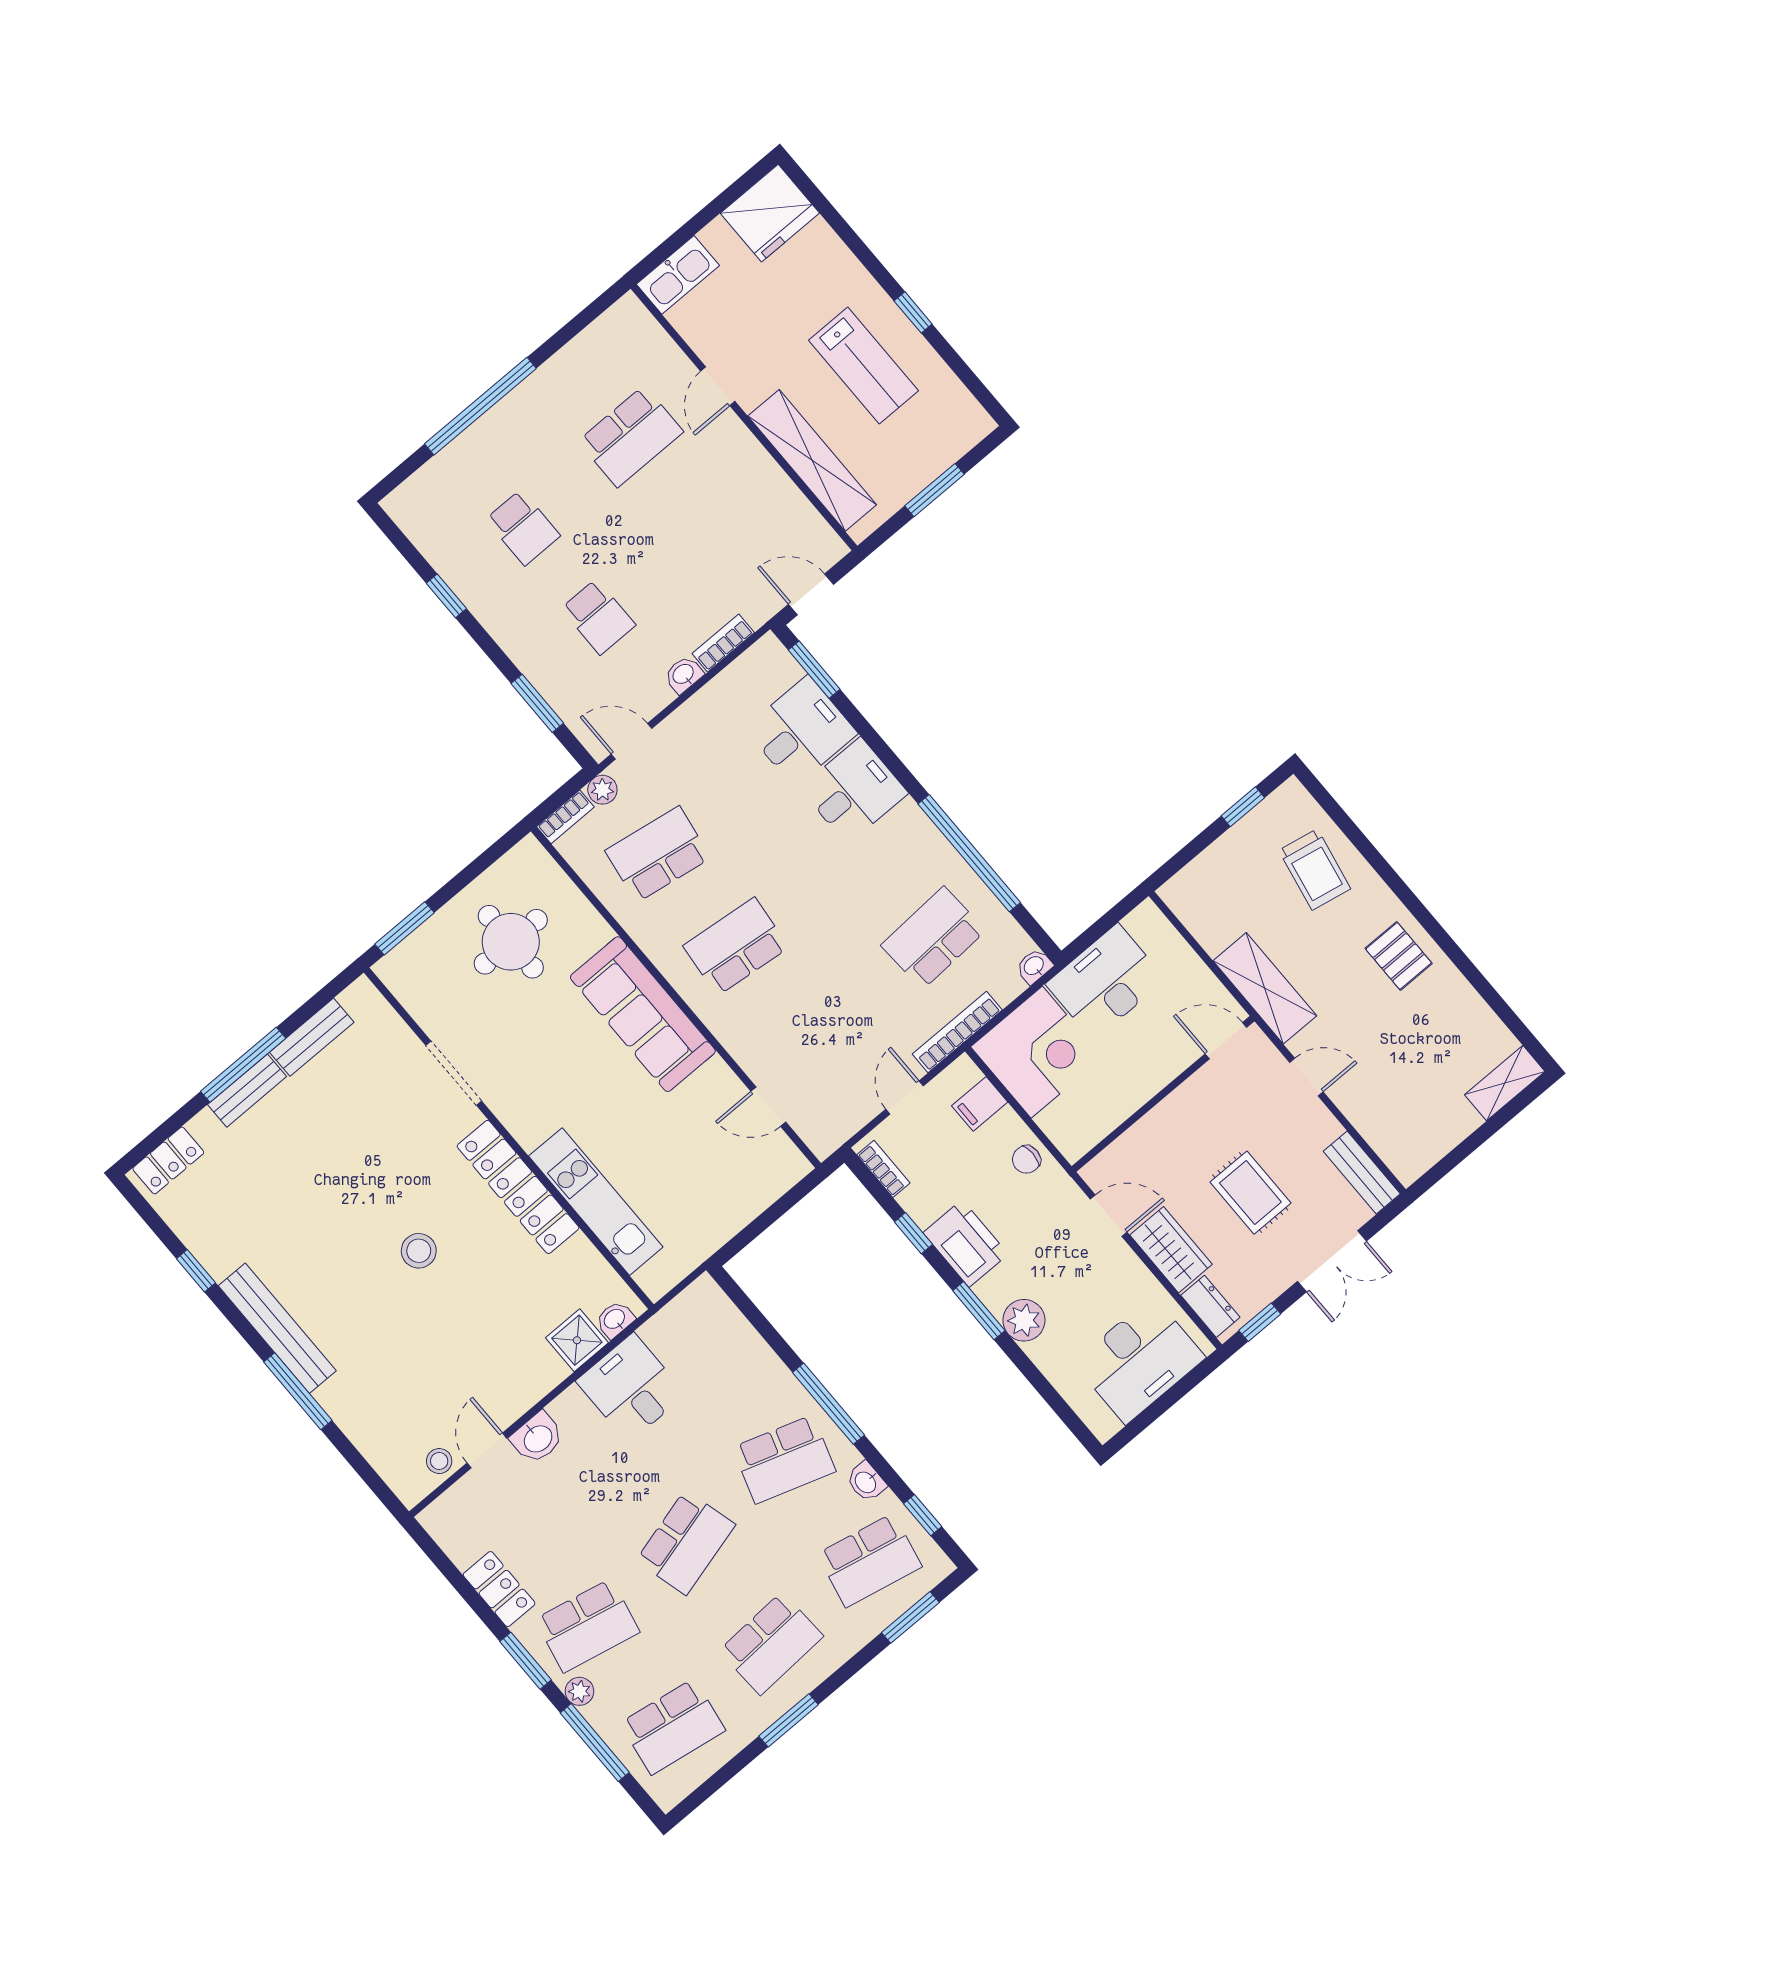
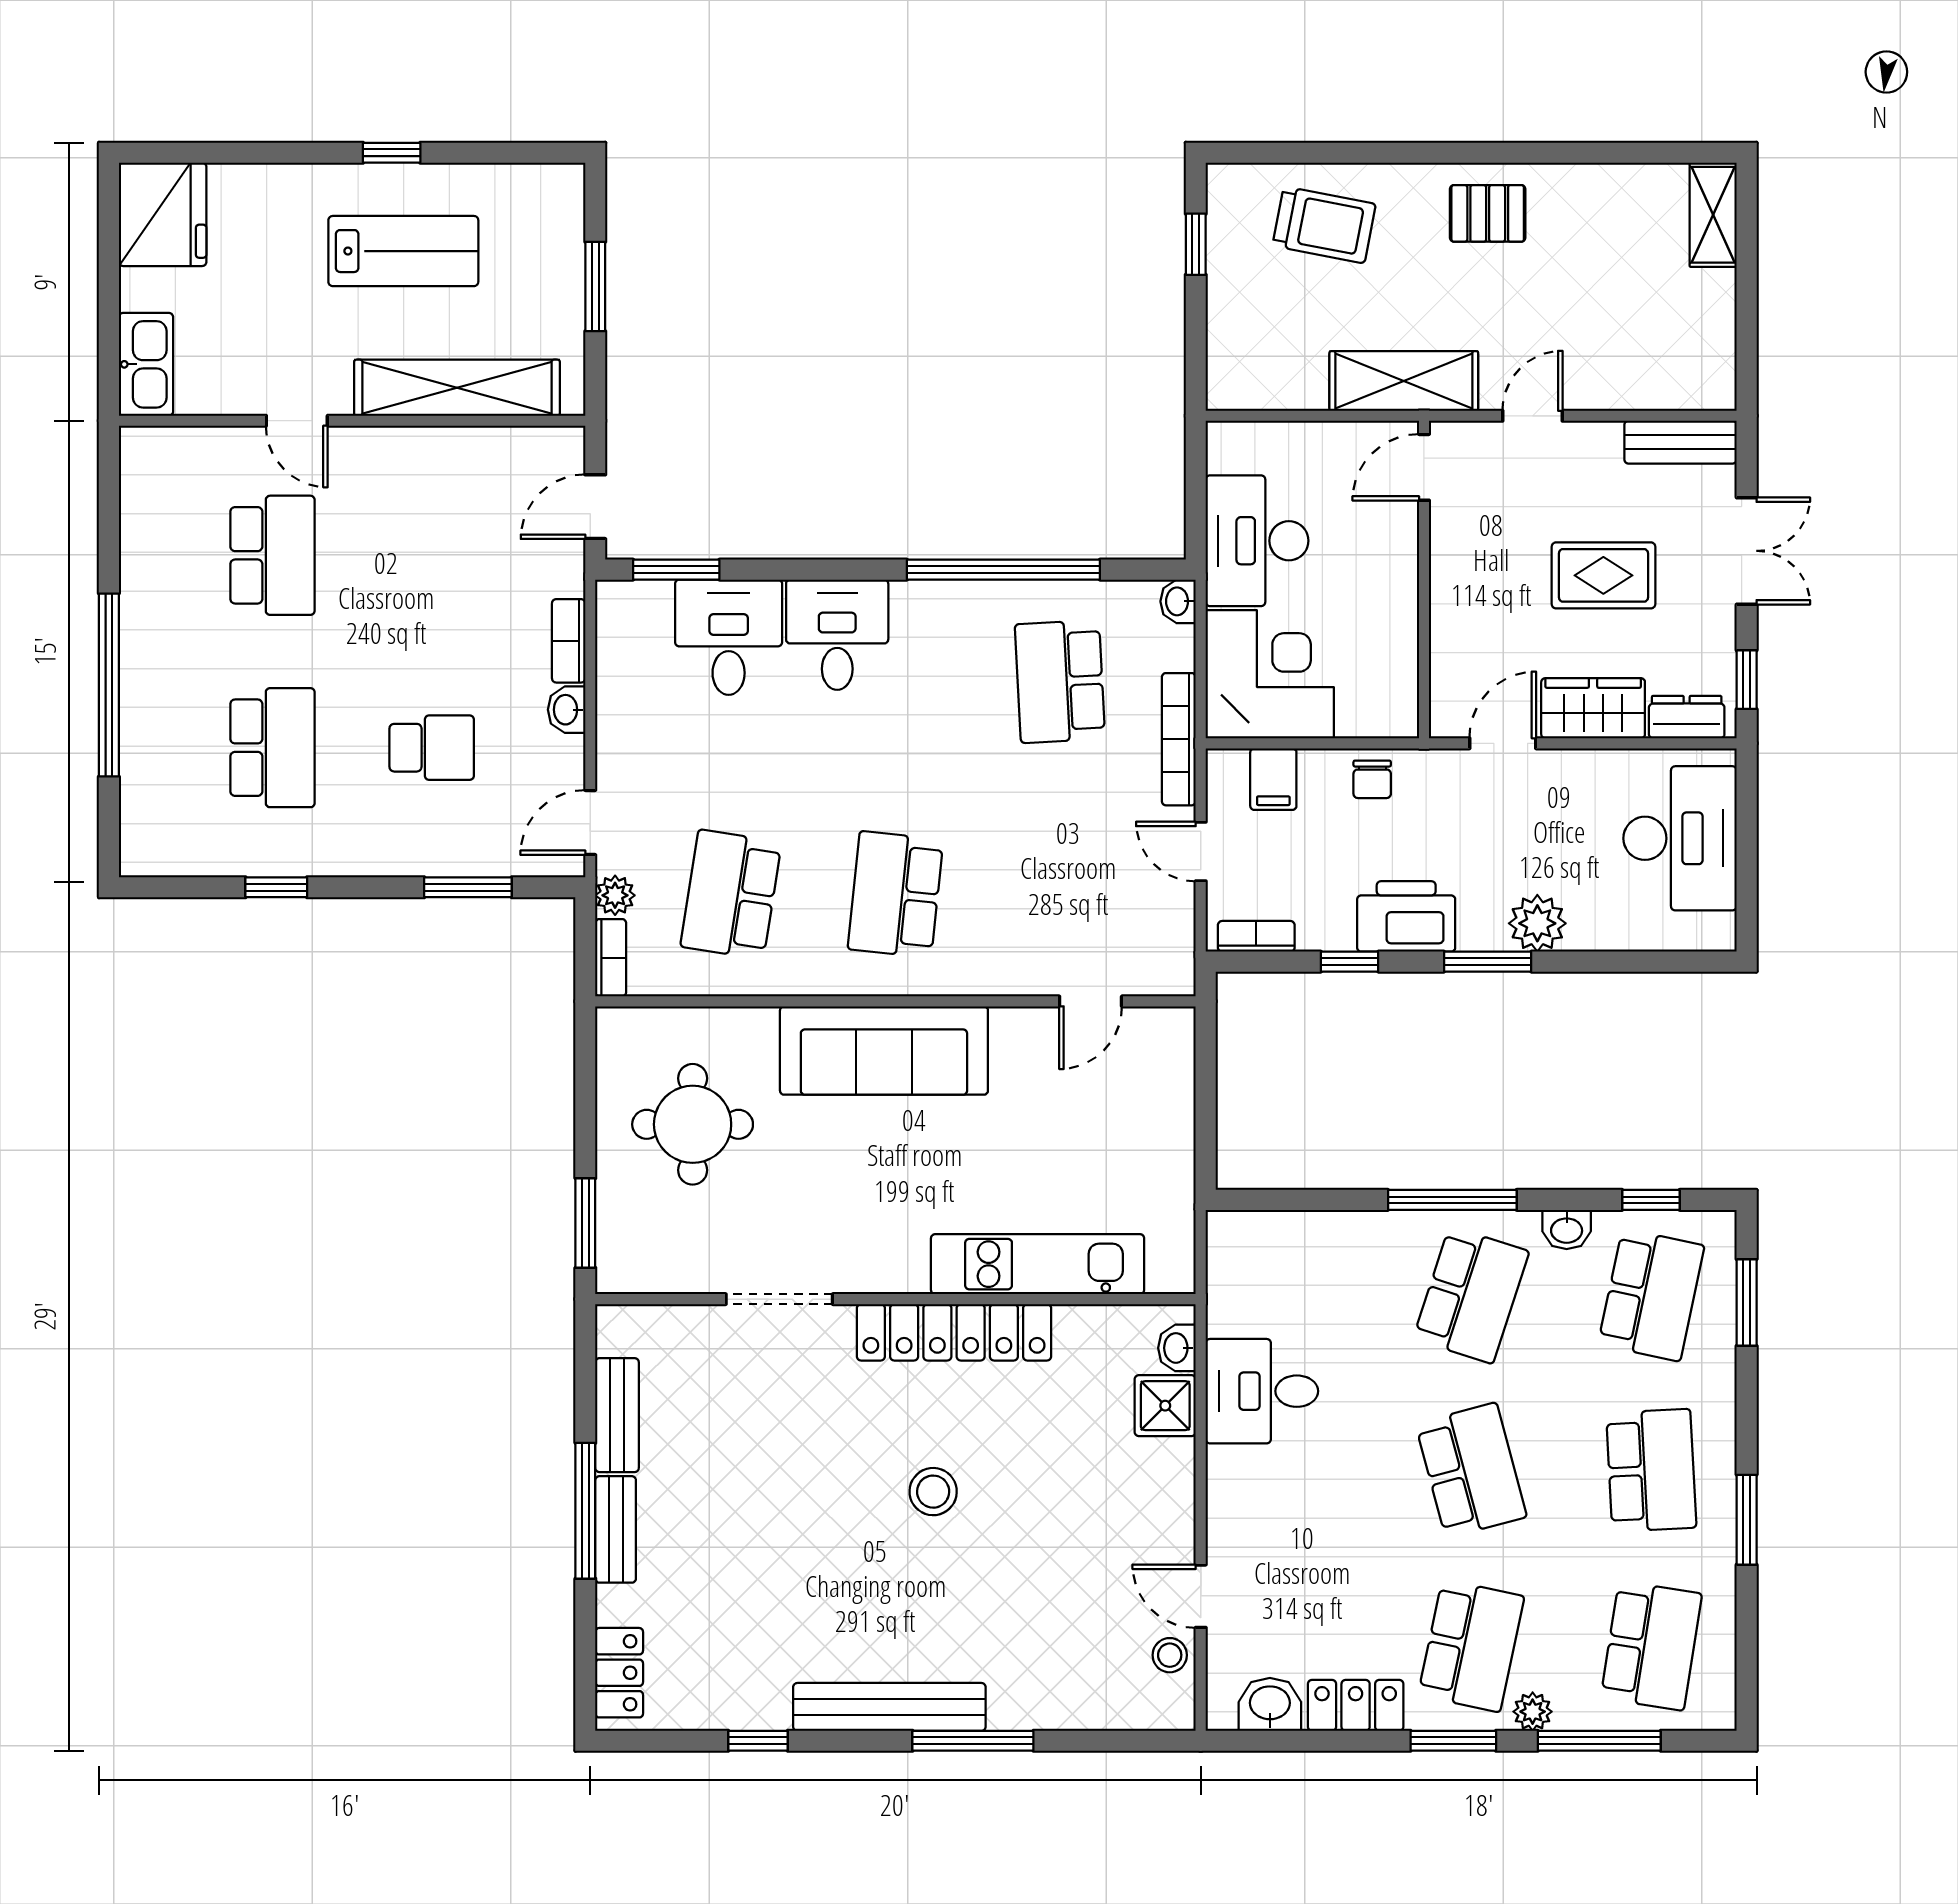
school desk: (523, 528) -> (273, 748), width x1.85
washbasin: (537, 1438) -> (1270, 1704), moved, turned -90

